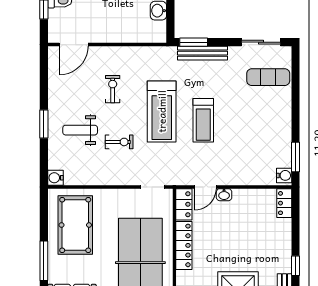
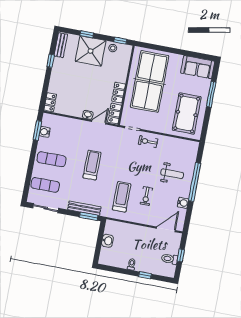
treadmill: (162, 111) -> (122, 197), moved, width x0.73, depth x0.73
exercise mat: (266, 118) -> (51, 159), added
window: (44, 124) -> (195, 182), width x2.11
exercise bike: (119, 142) -> (148, 142), moved
water cooler: (284, 175) -> (45, 132), moved
water cooler: (55, 178) -> (183, 203), moved
locker: (184, 245) -> (119, 93), width x0.66

